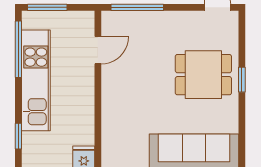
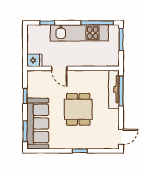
tv unit: (134, 20) -> (114, 89), added
door: (98, 50) -> (59, 68), moved
dining table: (203, 75) -> (78, 109), moved

